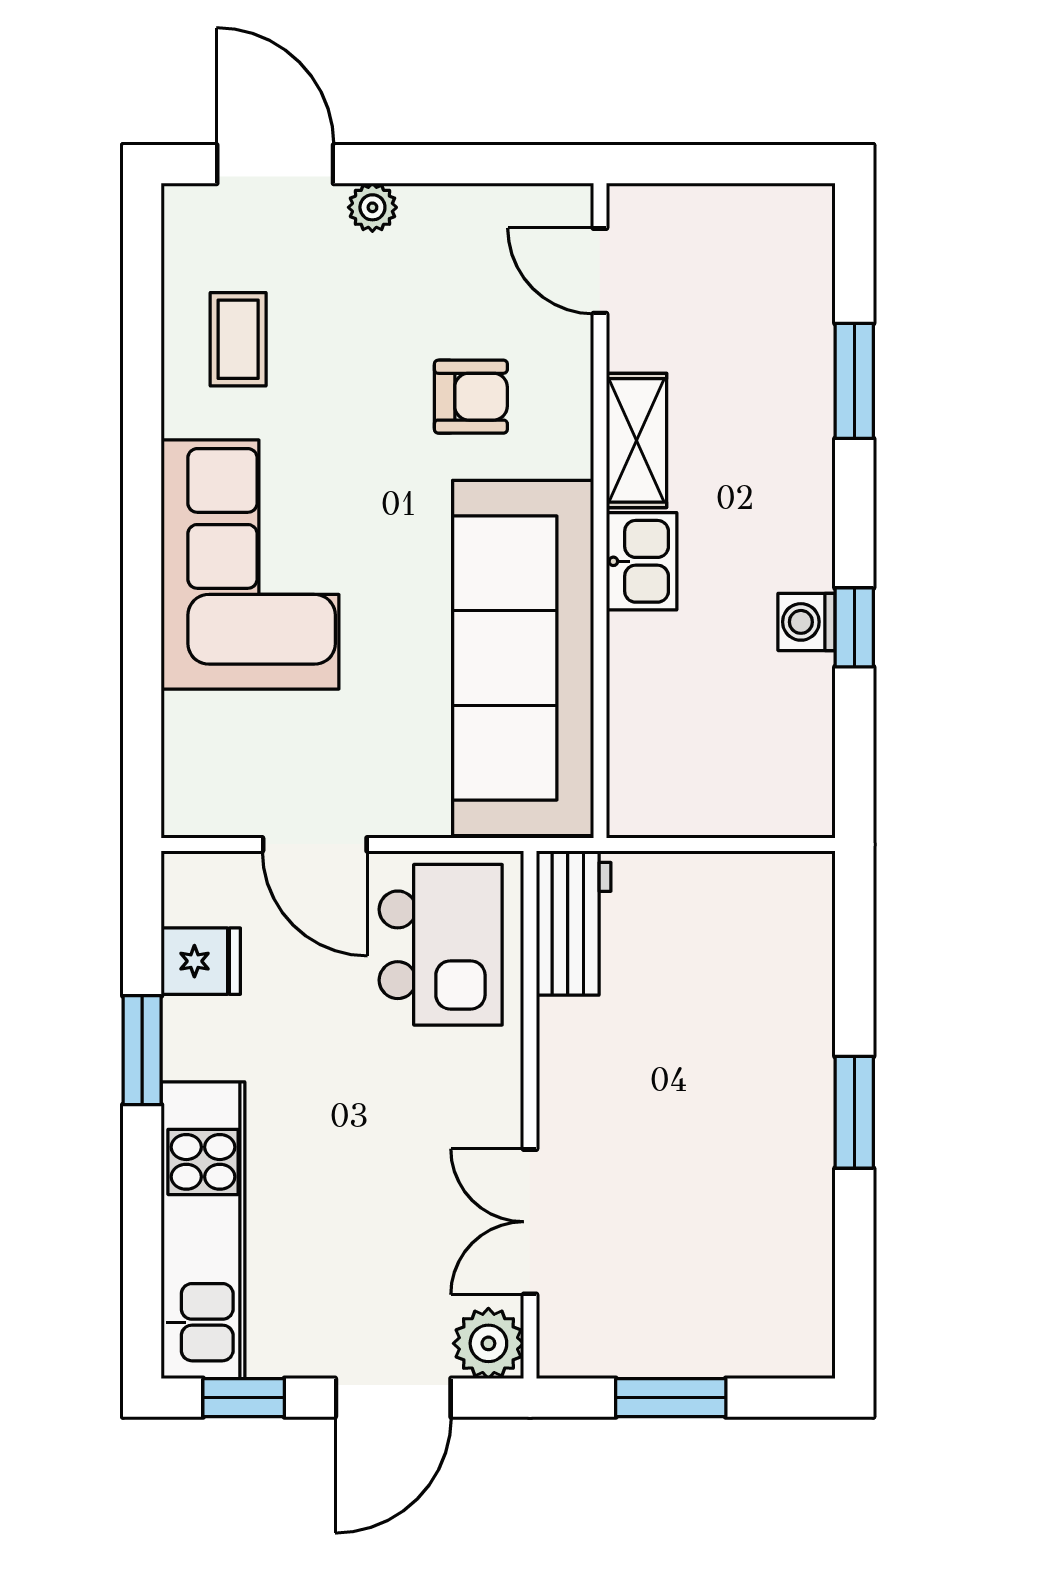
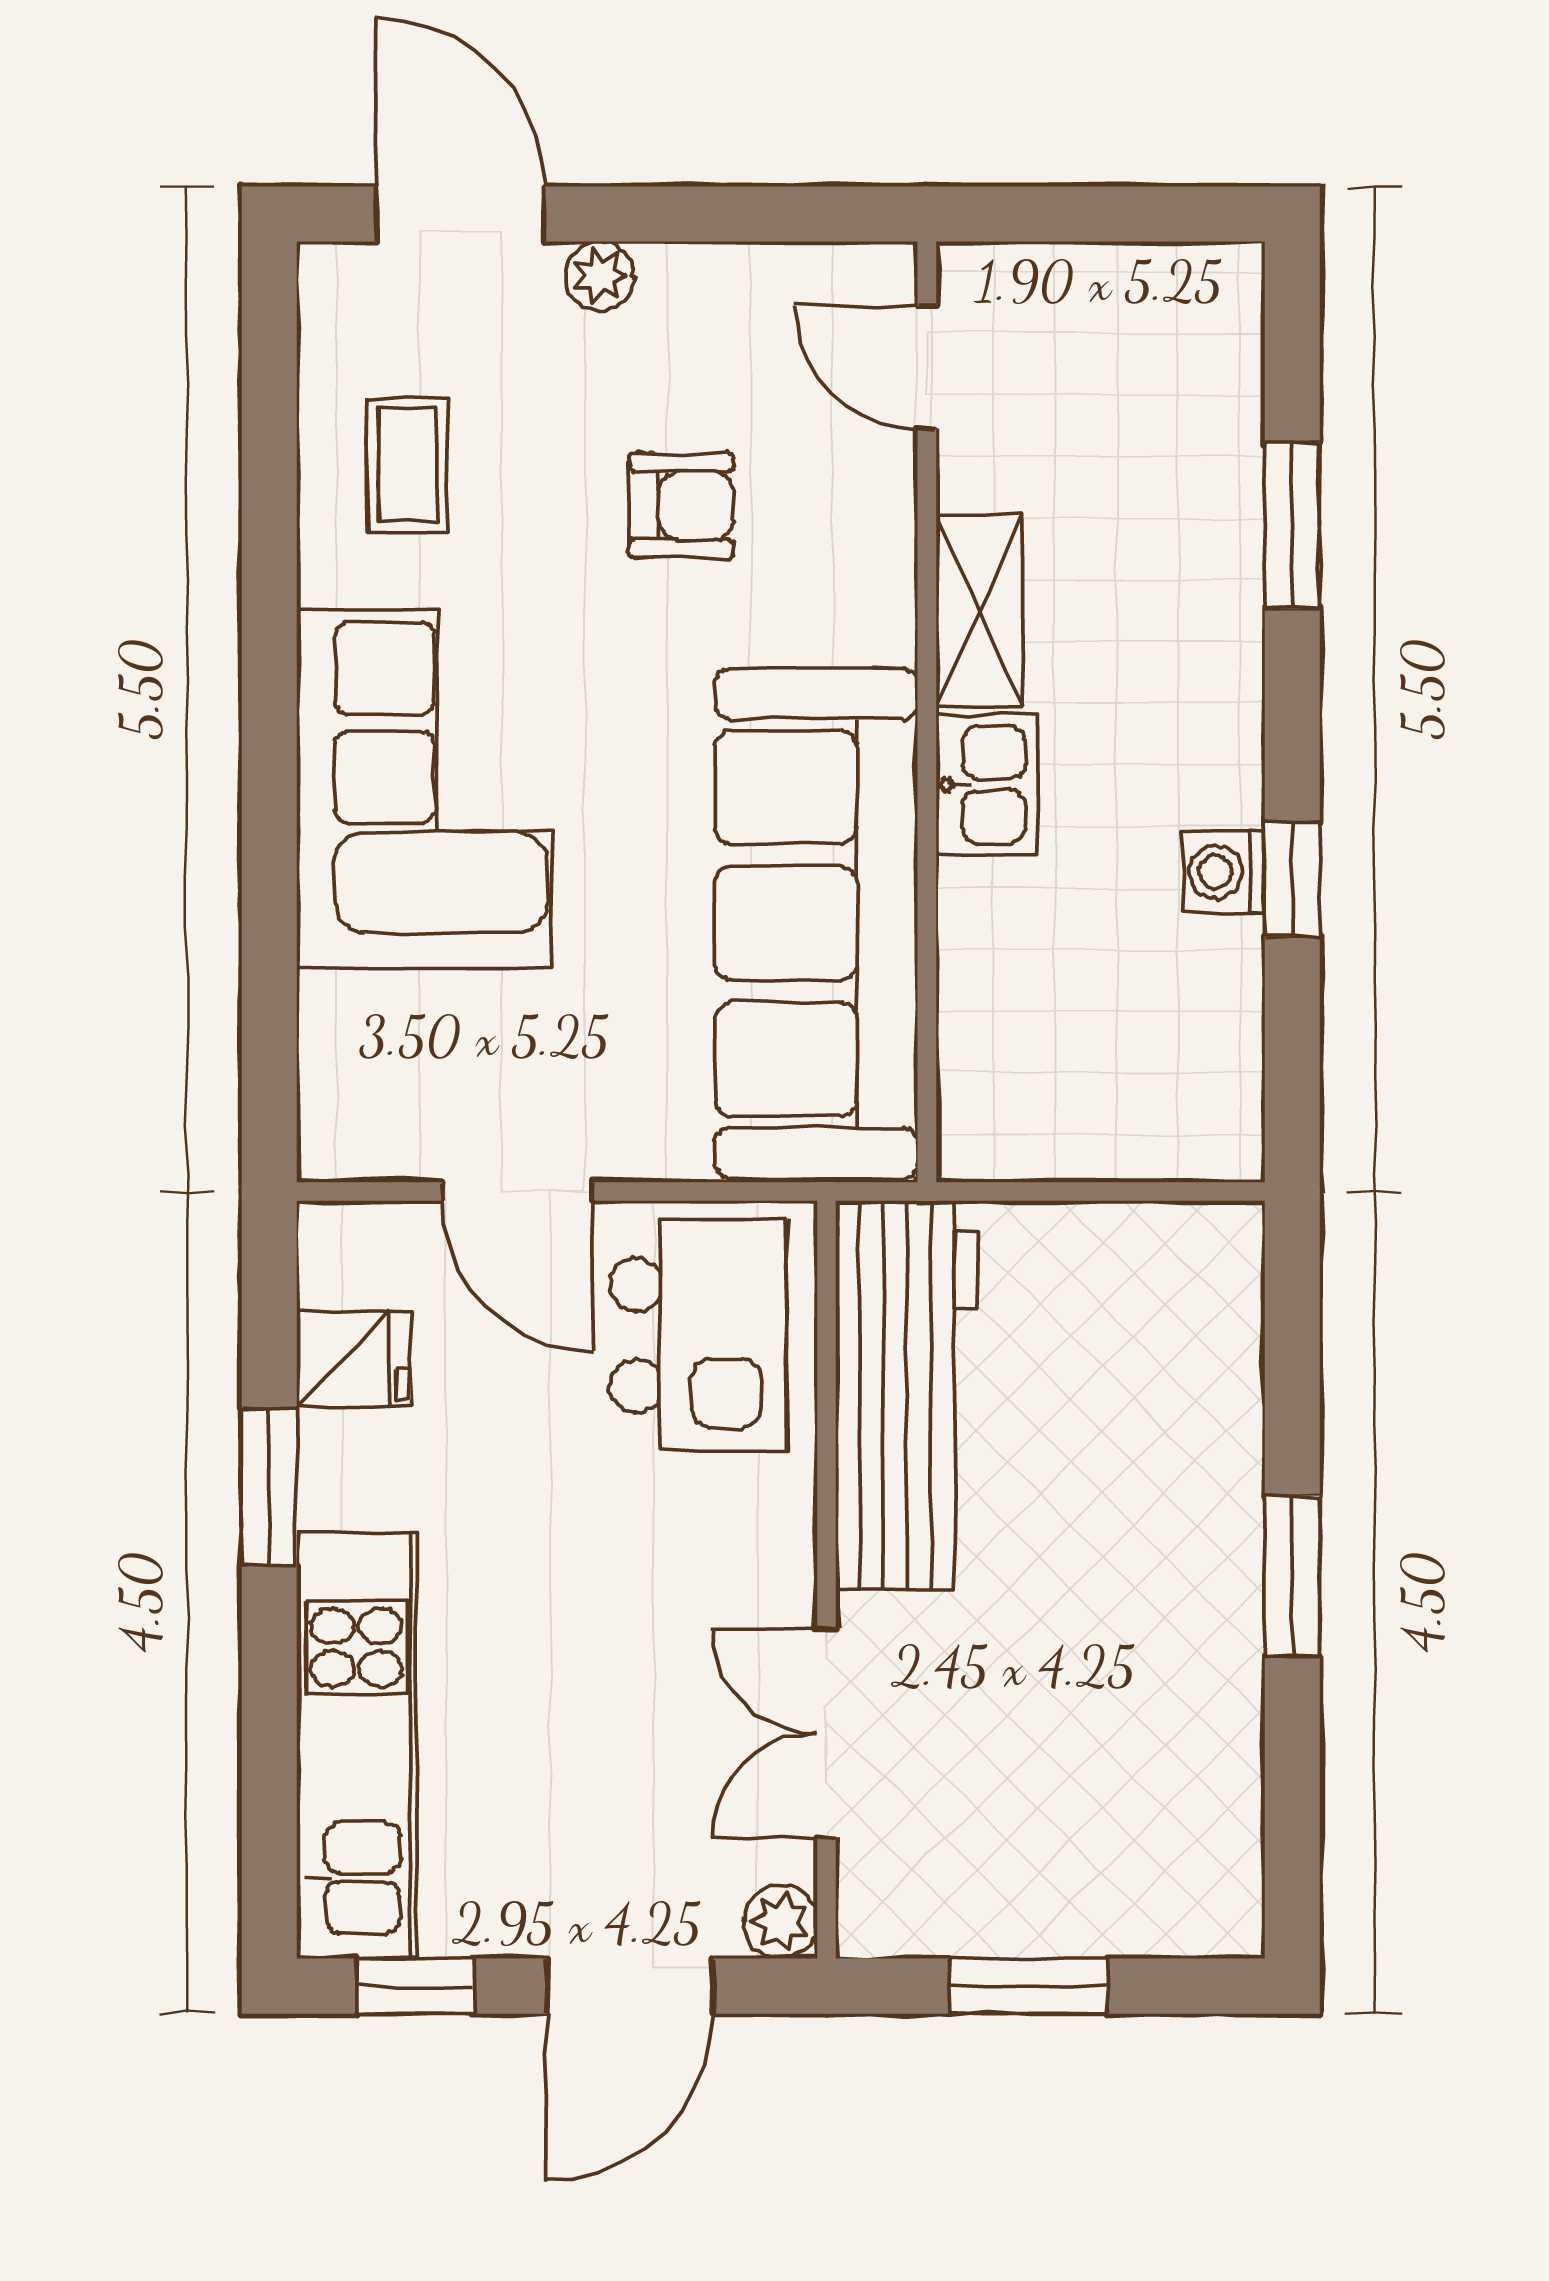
armchair: (471, 397) -> (681, 505), moved
workbench: (574, 923) -> (906, 1395), width x1.88, depth x1.32
plant: (488, 1343) -> (780, 1922), width x0.73, depth x0.73

